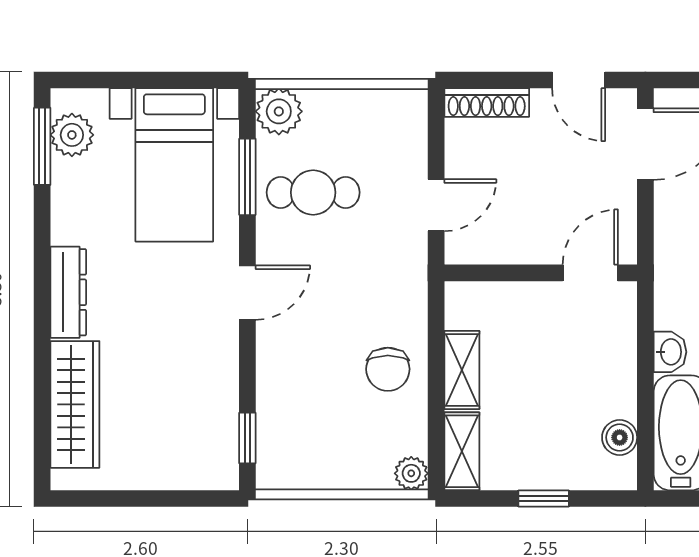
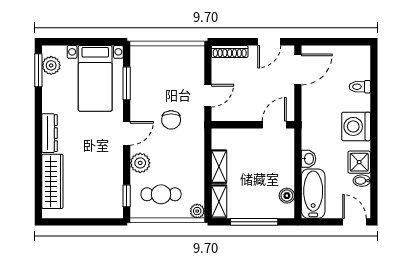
door: (579, 80) -> (269, 42), hinge flipped
plant: (279, 111) -> (140, 163), moved
cafe table: (313, 192) -> (161, 194), moved
chair: (388, 369) -> (171, 120), moved
window: (544, 498) -> (254, 222), width x2.17

